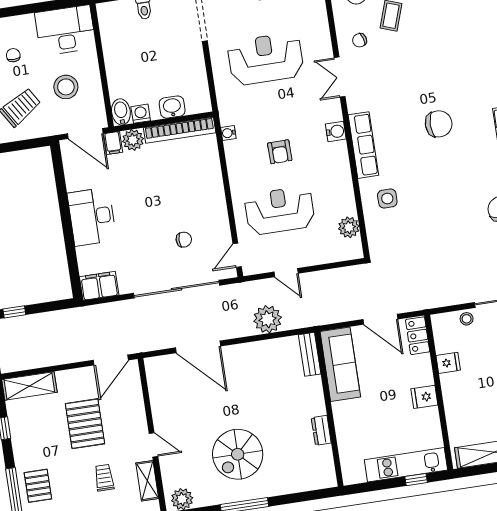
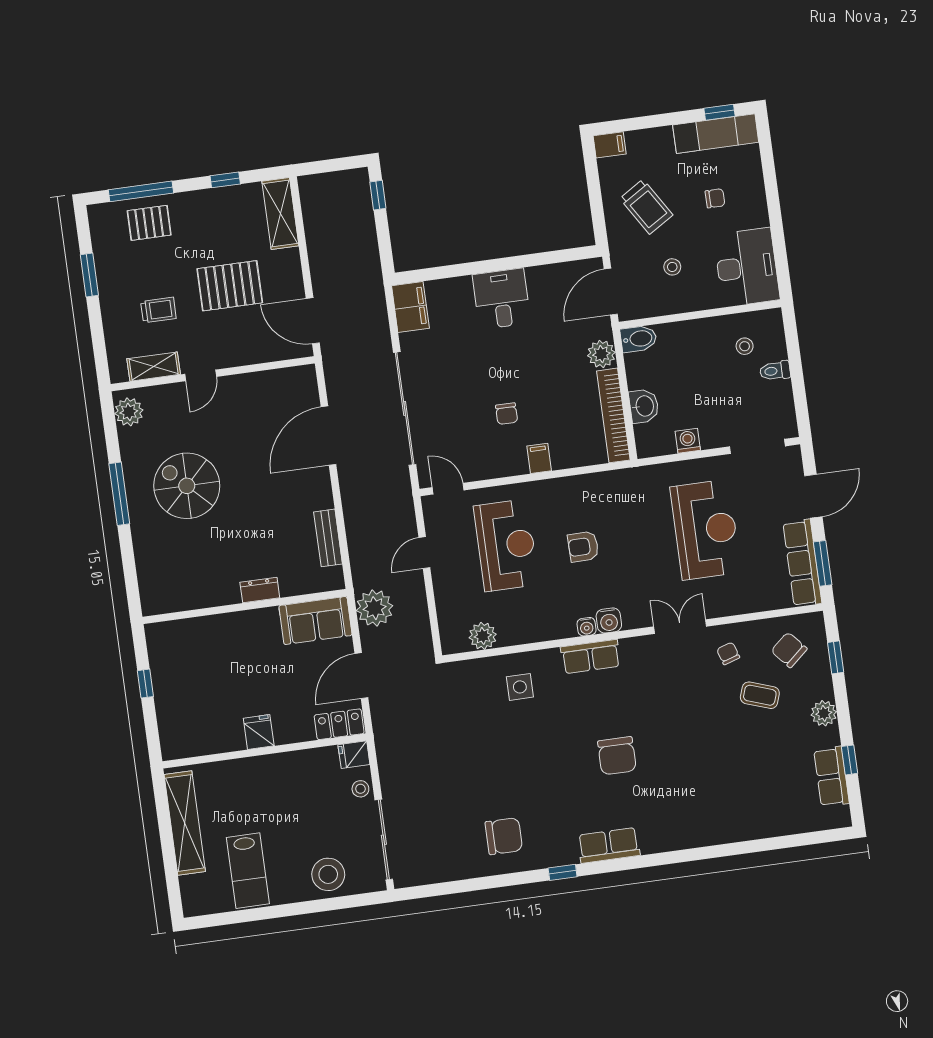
stool: (125, 31) -> (745, 346), added
stool: (66, 87) -> (672, 267), width x0.53, depth x0.53
washing machine: (141, 114) -> (688, 441), moved, turned -90
water cooler: (228, 133) -> (587, 627), moved, turned 180
filing cabinet: (113, 143) -> (539, 458), moved, turned 90
row of seats: (363, 145) -> (591, 657), width x0.68
desk: (92, 217) -> (502, 299), width x0.73
chair: (184, 240) -> (507, 414), moved
plant: (268, 319) -> (375, 608), moved
bench: (310, 354) -> (328, 538), moved, turned 90
fridge: (448, 363) -> (354, 755), moved, turned 90
sofa: (340, 364) -> (315, 620), width x0.73
dresser: (321, 430) -> (260, 590), moved
kitchen unit: (406, 465) -> (170, 707), removed
window: (416, 480) -> (145, 684), moved

